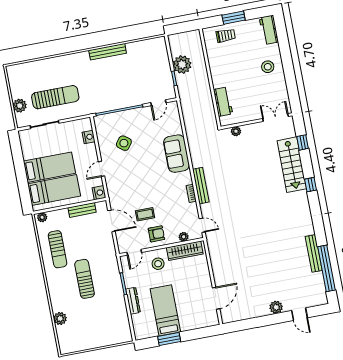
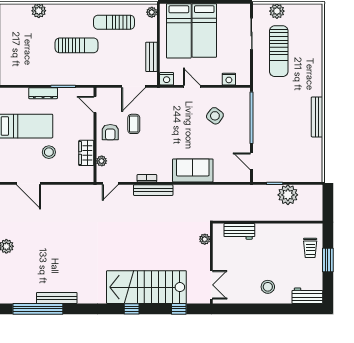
stairs: (292, 165) -> (146, 287), width x1.36, depth x1.51
wardrobe: (185, 251) -> (86, 153), width x0.67
stool: (158, 264) -> (49, 152), moved

